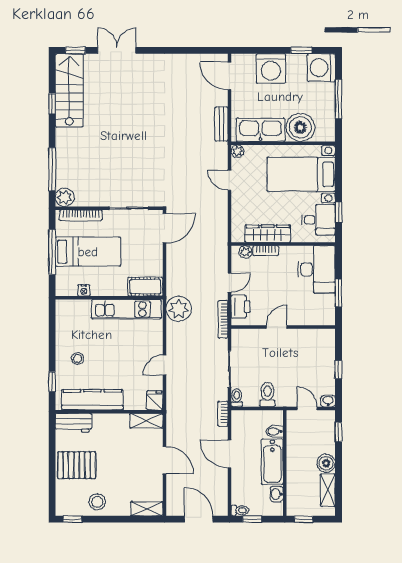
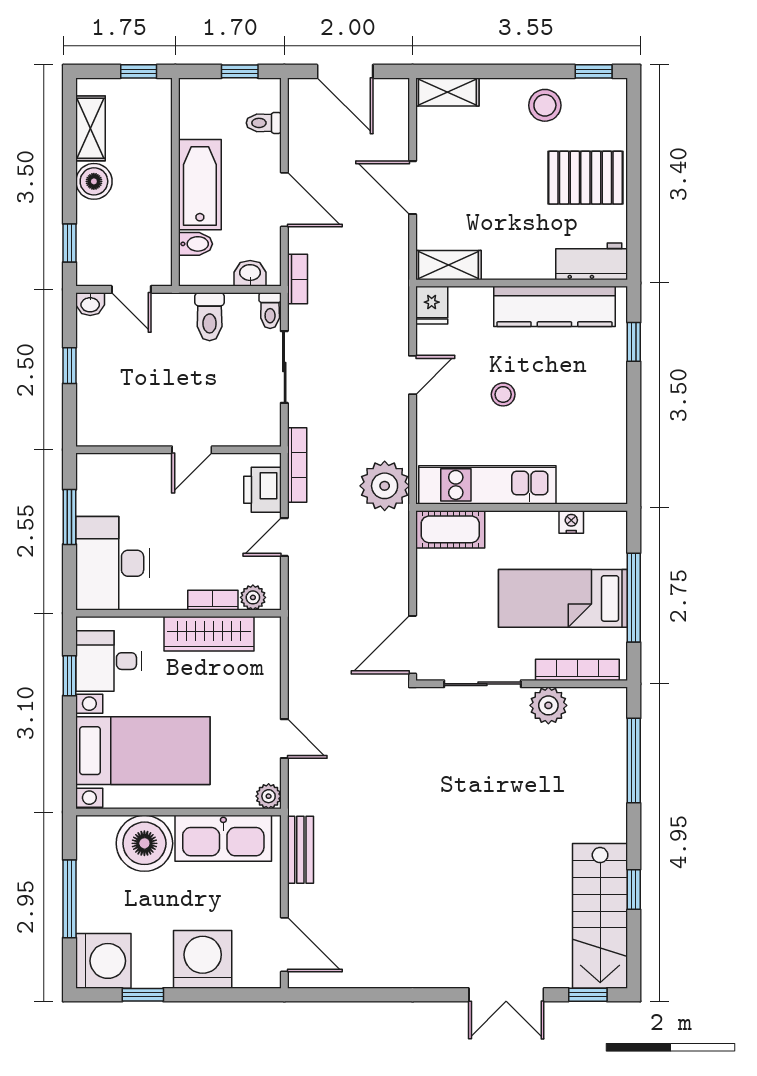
plant: (65, 197) -> (548, 705), moved
stool: (78, 358) -> (503, 394), moved
washbasin: (277, 494) -> (250, 273), moved, turned -90
toilet: (240, 510) -> (264, 123), moved

